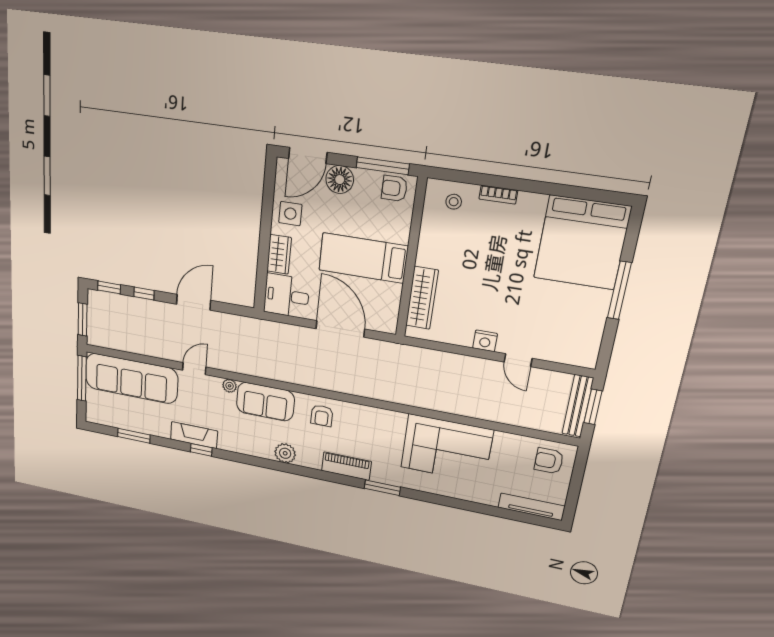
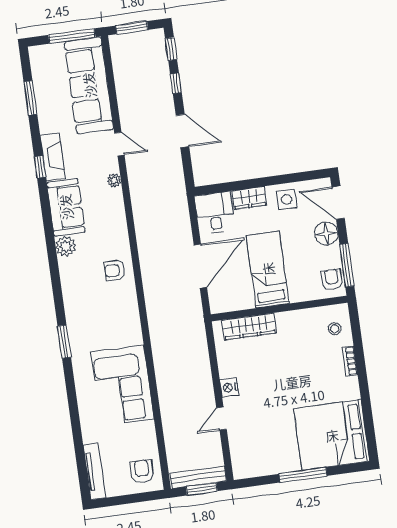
sofa: (265, 402) -> (66, 207), moved, turned 180
piano: (346, 466) -> (74, 304), removed

